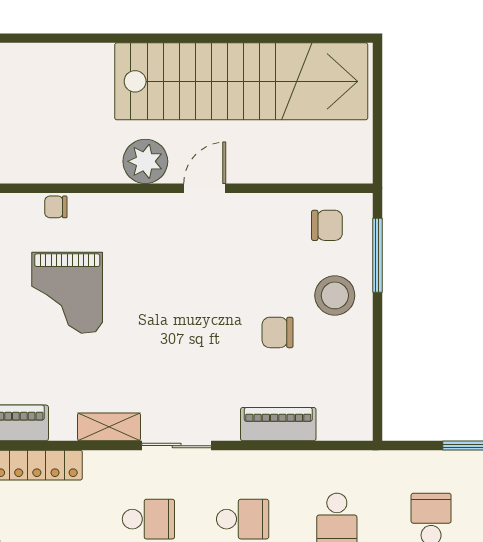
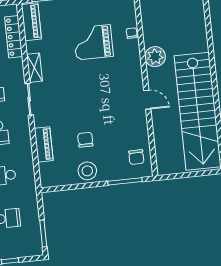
plant: (145, 161) -> (155, 57), moved
stool: (335, 295) -> (87, 171), moved

